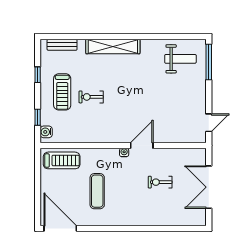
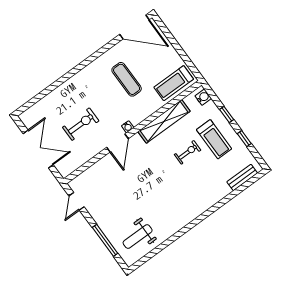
shelving: (113, 46) -> (164, 121), moved
window: (209, 62) -> (105, 240), moved
treadmill: (62, 92) -> (214, 139), turned 180
window: (38, 117) -> (227, 115), moved
exercise bike: (160, 182) -> (81, 124), width x1.38, depth x1.39

